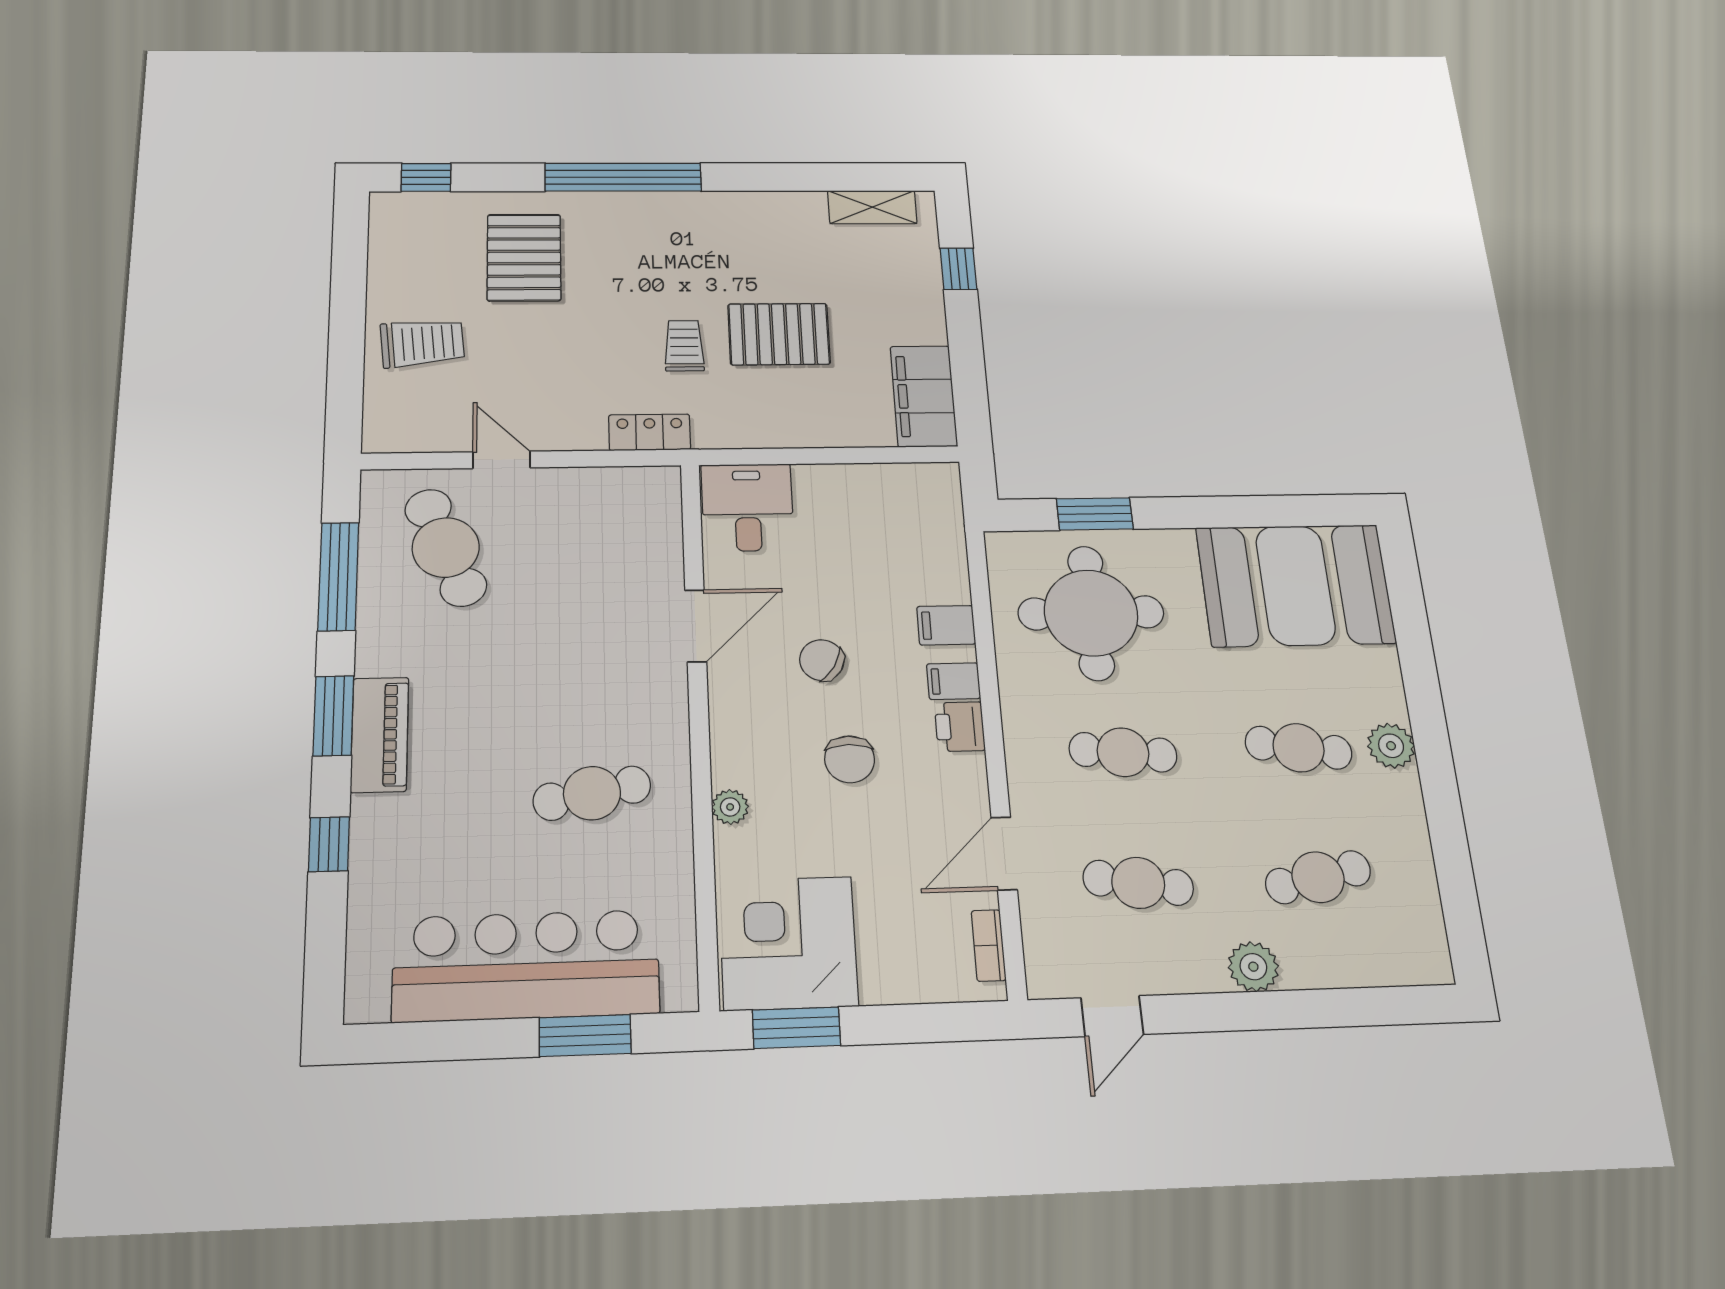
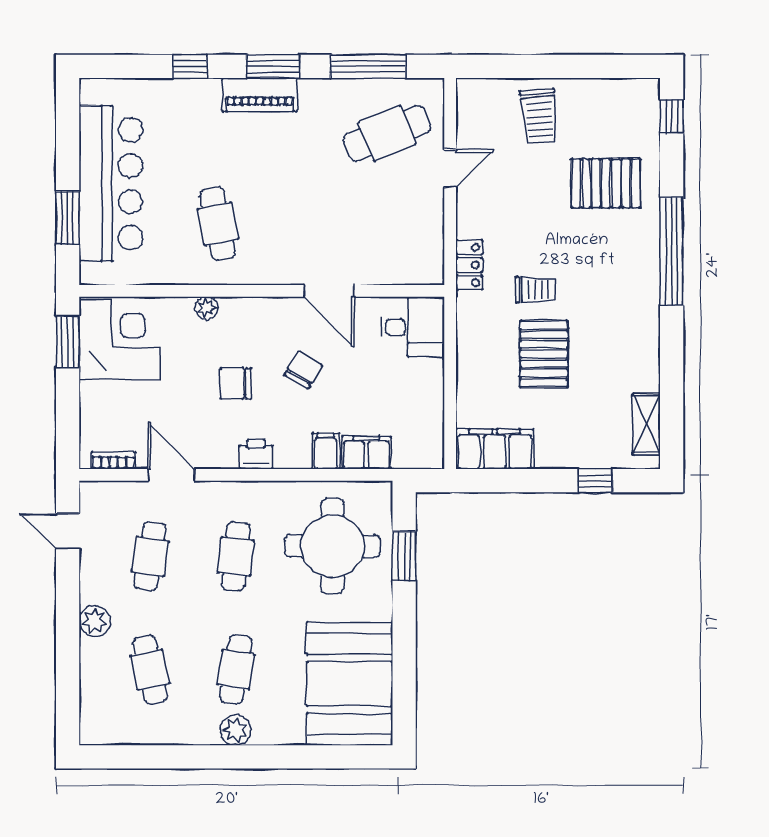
filing cabinet: (954, 681) -> (366, 453), moved, width x2.00

